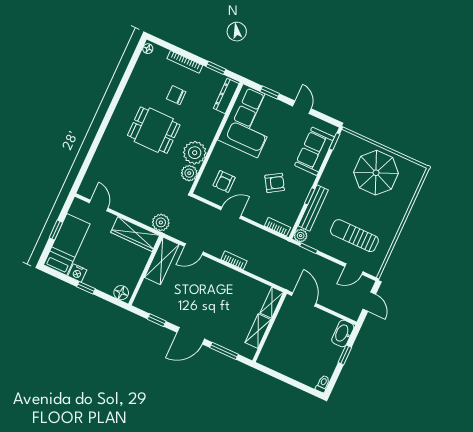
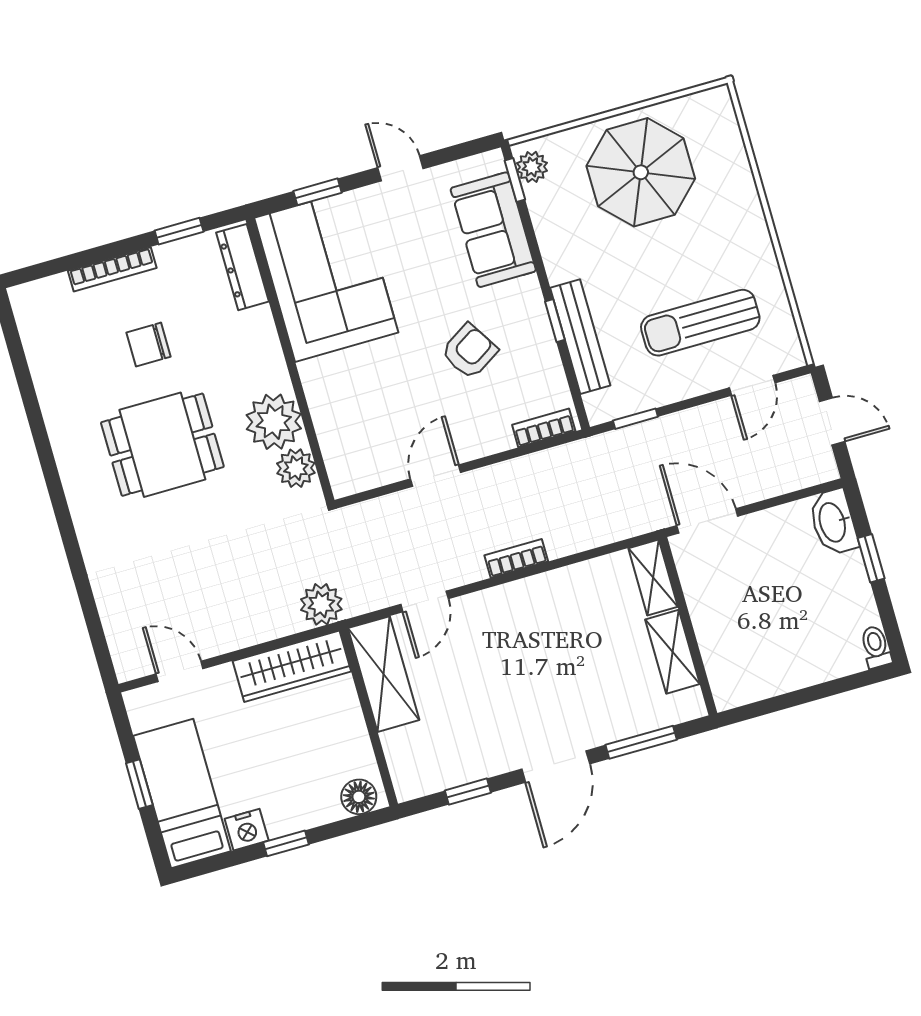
floor lamp: (148, 49) -> (23, 303), removed
armchair: (224, 181) -> (374, 429), removed
plant: (301, 236) -> (532, 167), moved

